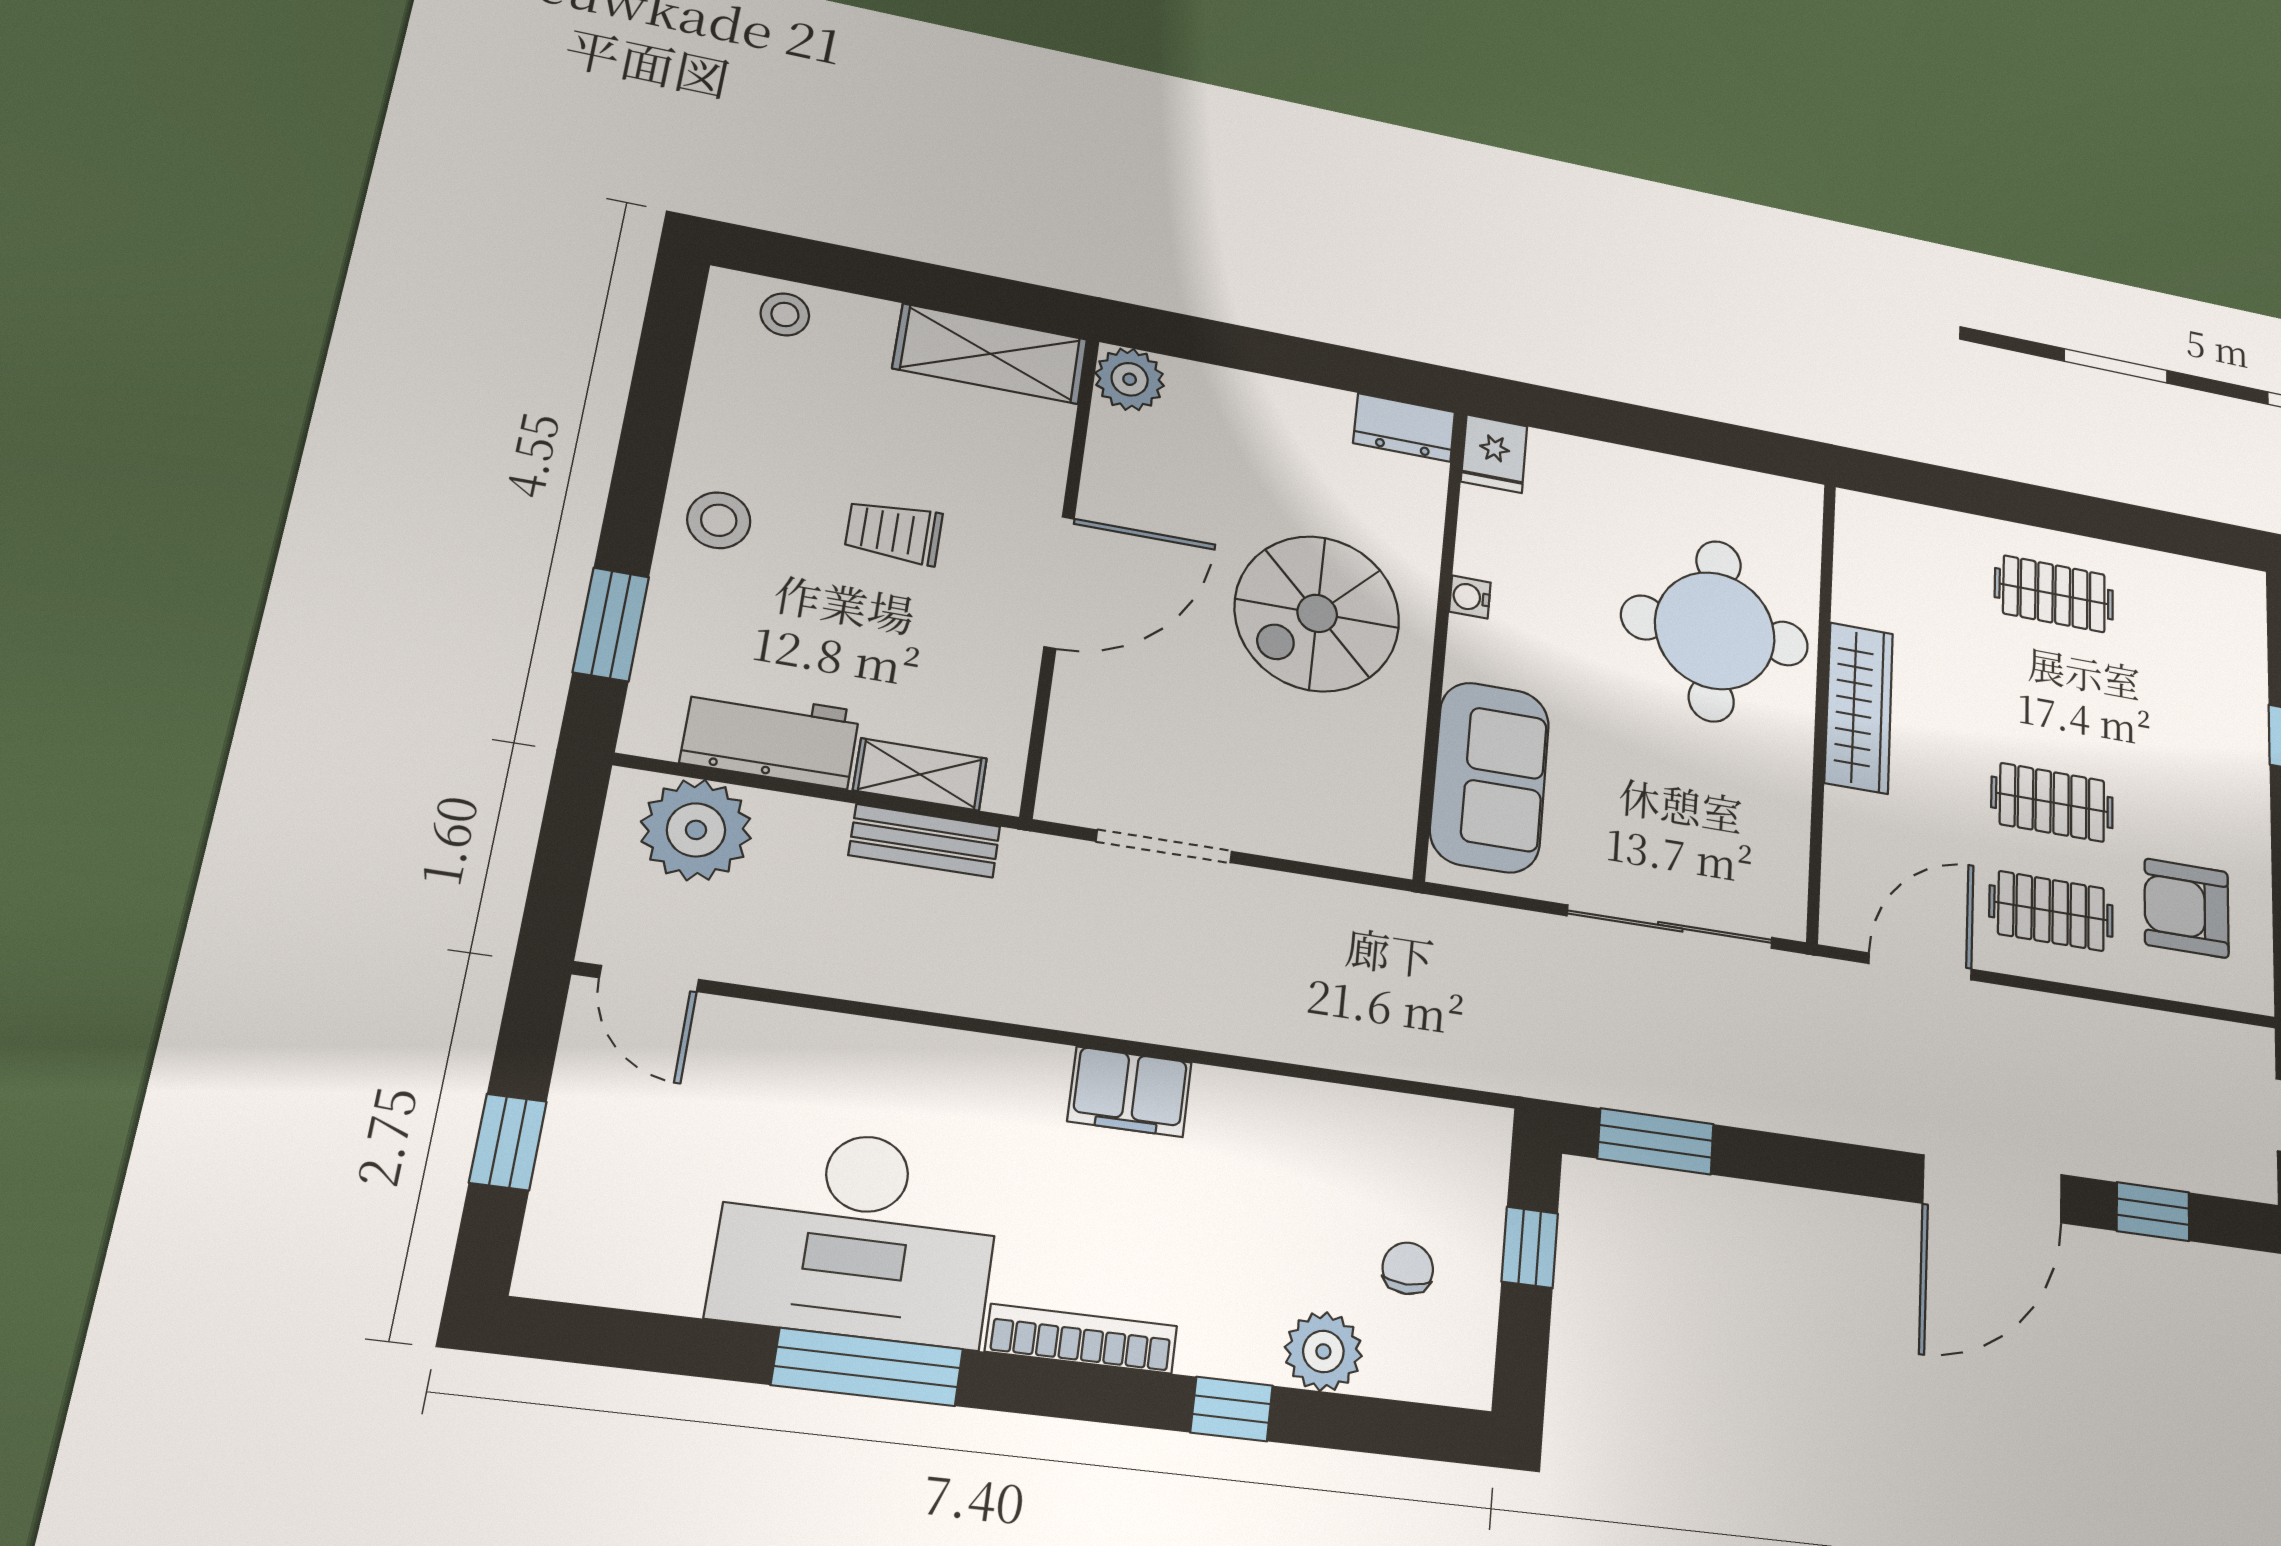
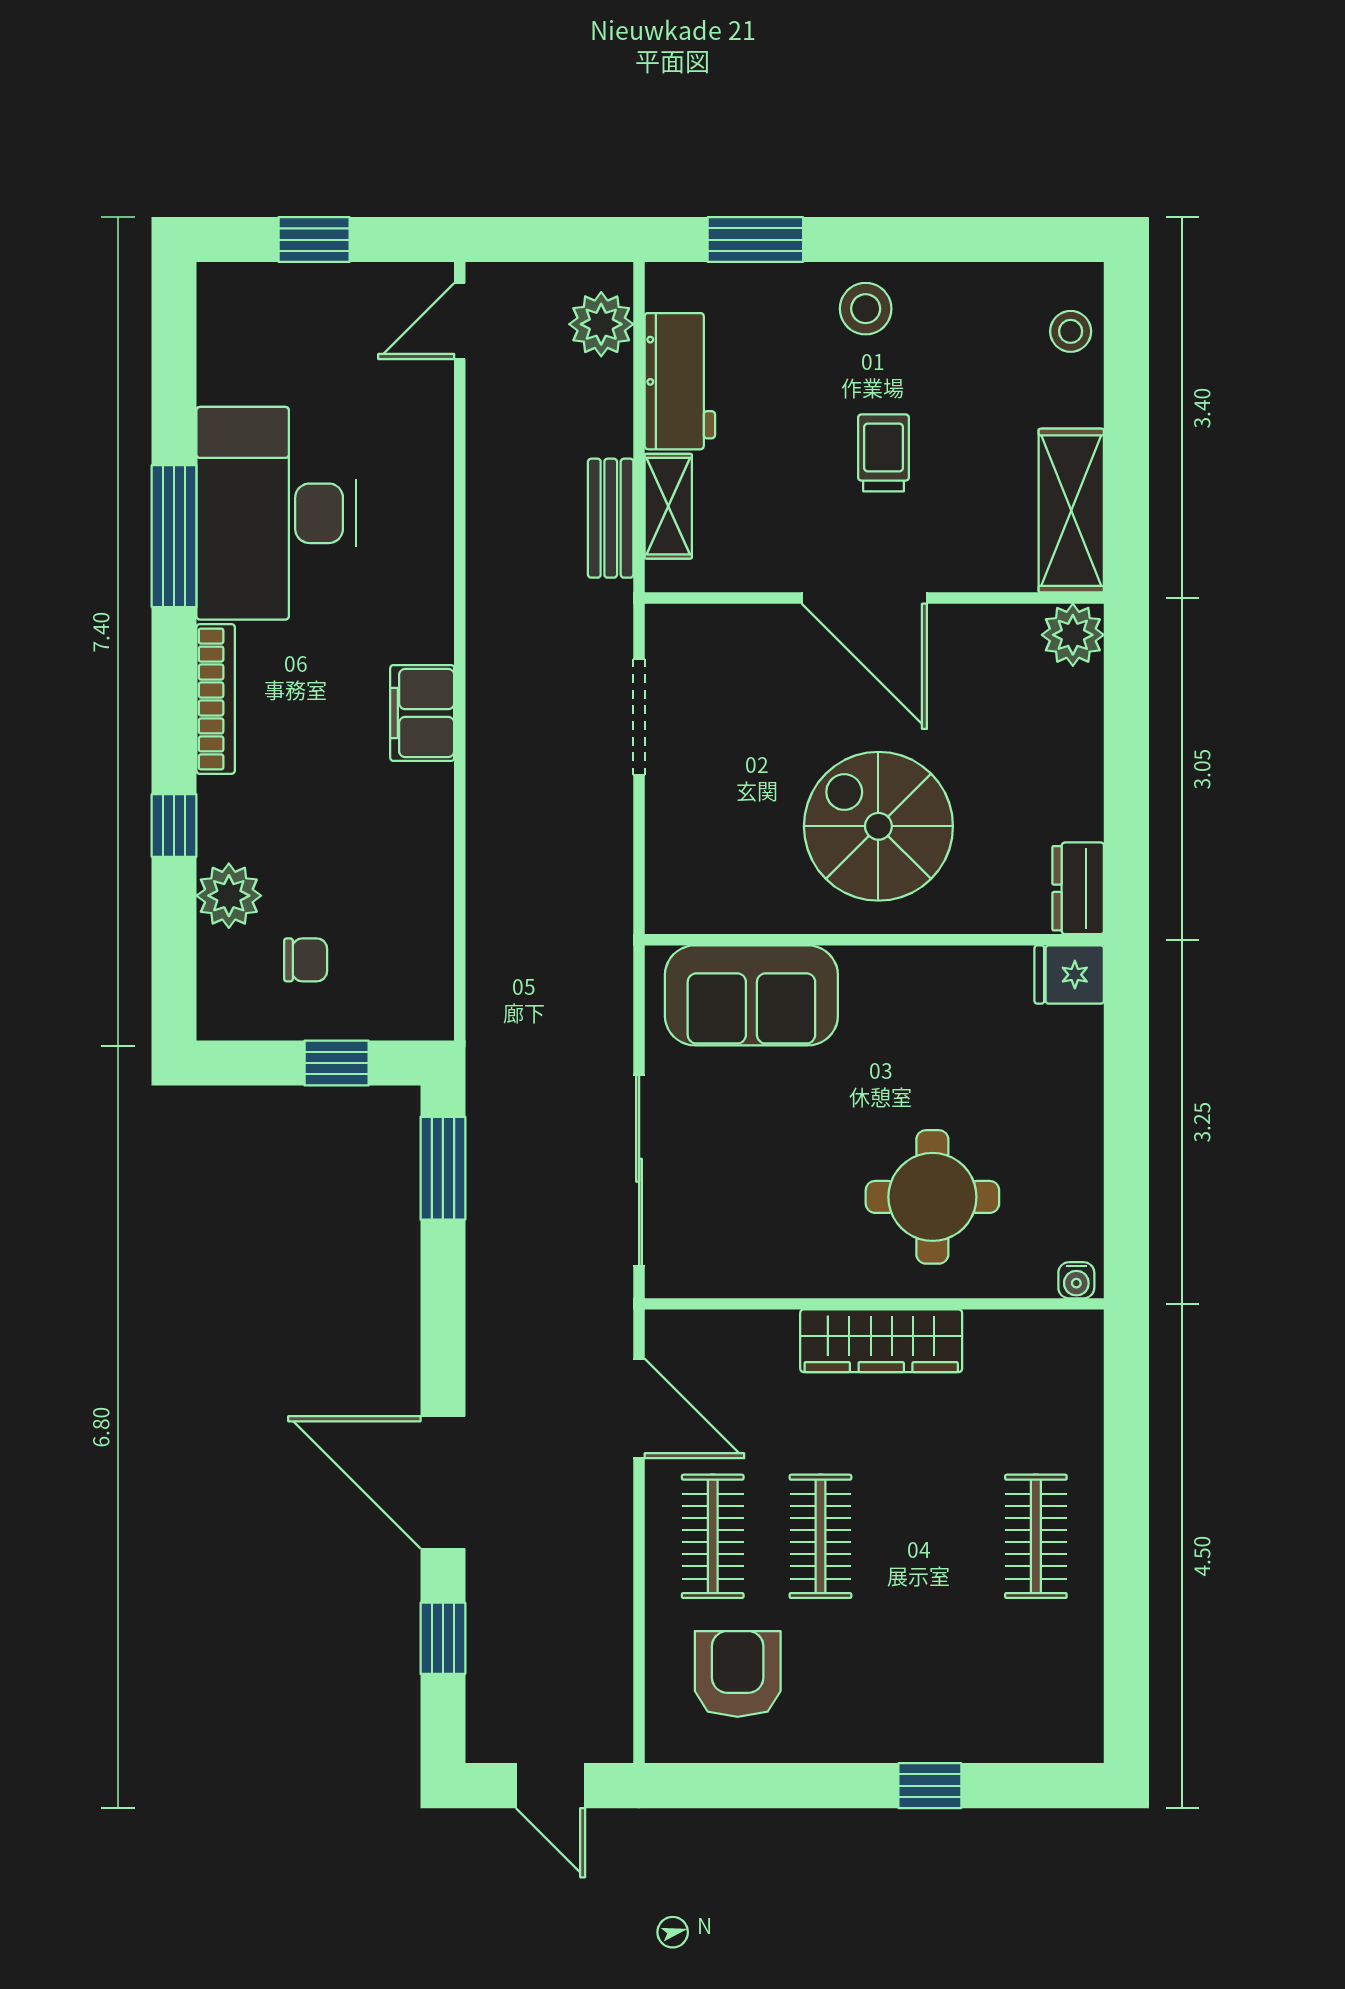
water cooler: (1470, 597) -> (1076, 1280), moved, turned 180
round table: (1715, 631) -> (932, 1197), width x0.73, depth x0.73
plant: (696, 830) -> (601, 324), width x0.73, depth x0.73

